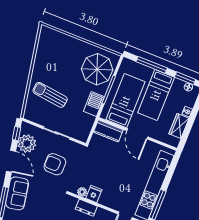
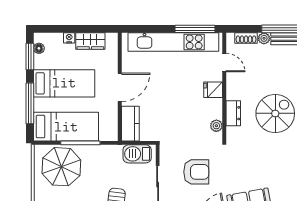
bed: (125, 101) -> (66, 127), moved, turned 180
barbecue: (94, 104) -> (137, 154), moved
armchair: (55, 164) -> (196, 172), turned -90
fridge: (94, 194) -> (213, 90), moved

